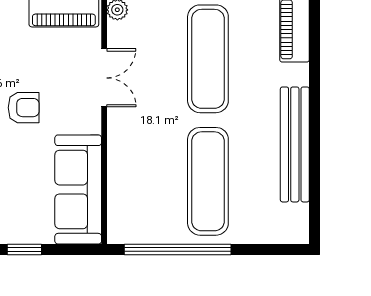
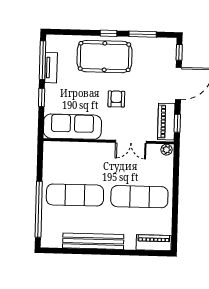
armchair: (24, 108) -> (116, 99), turned 180
window: (178, 250) -> (39, 209), moved

